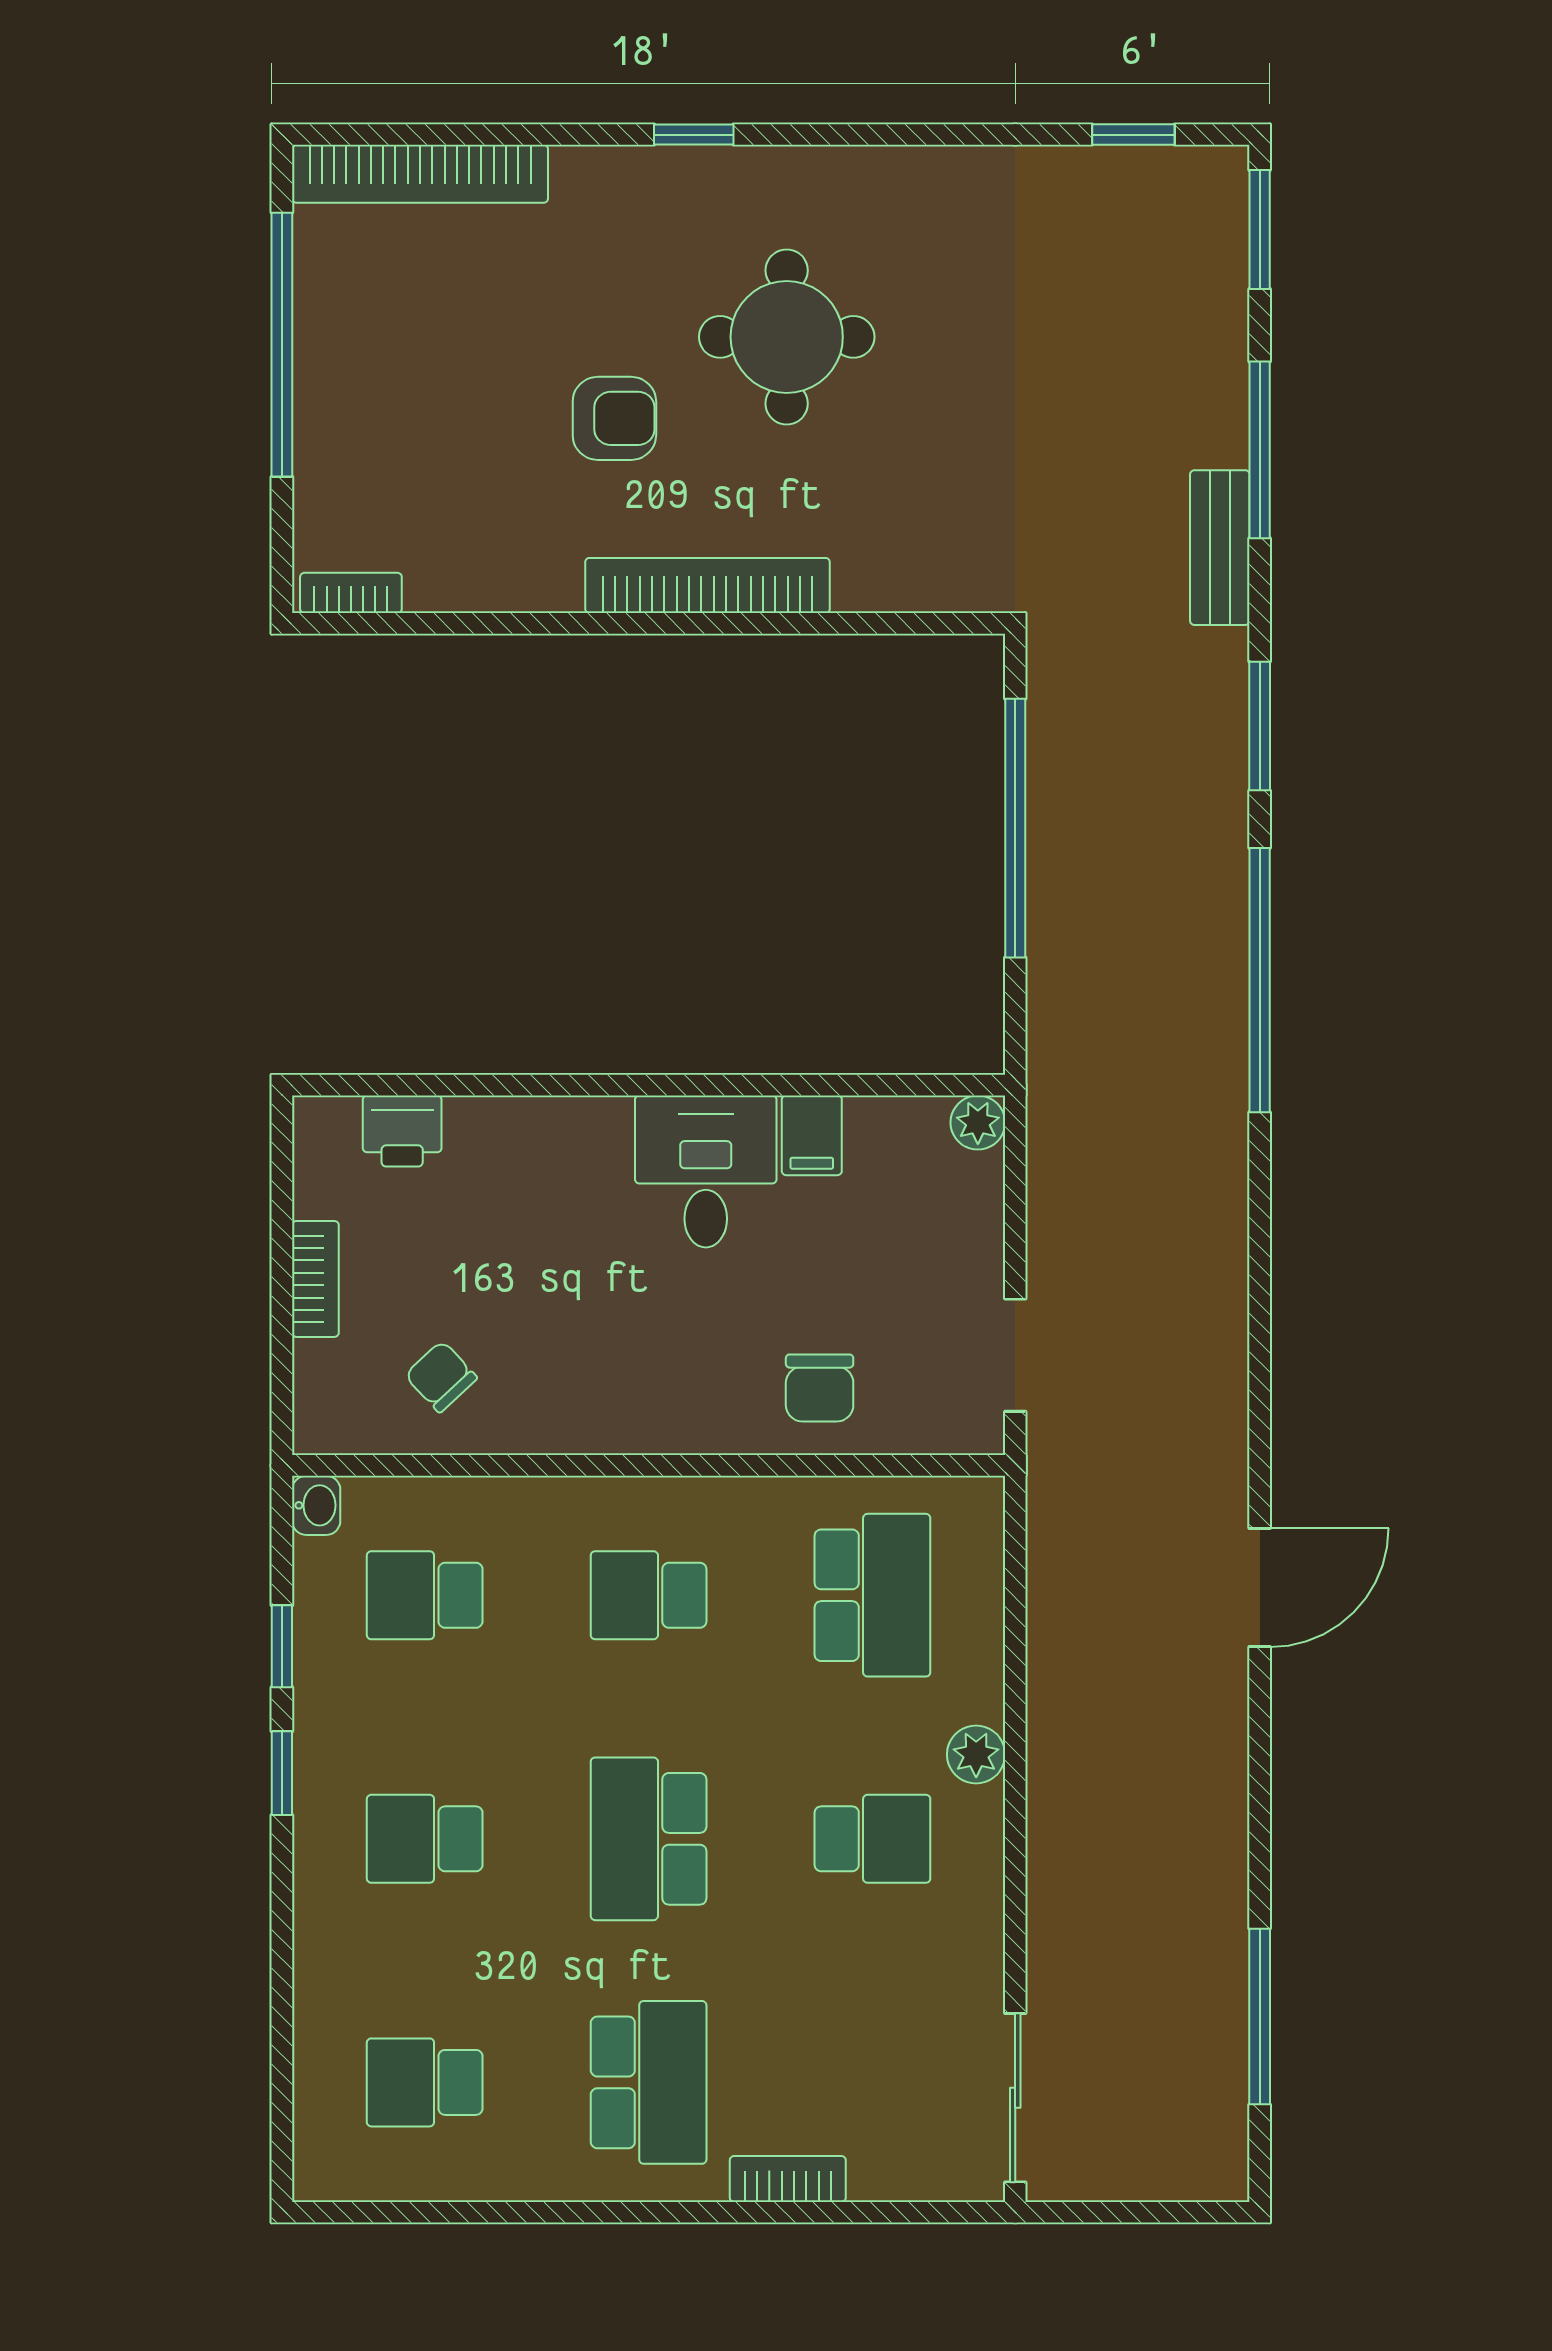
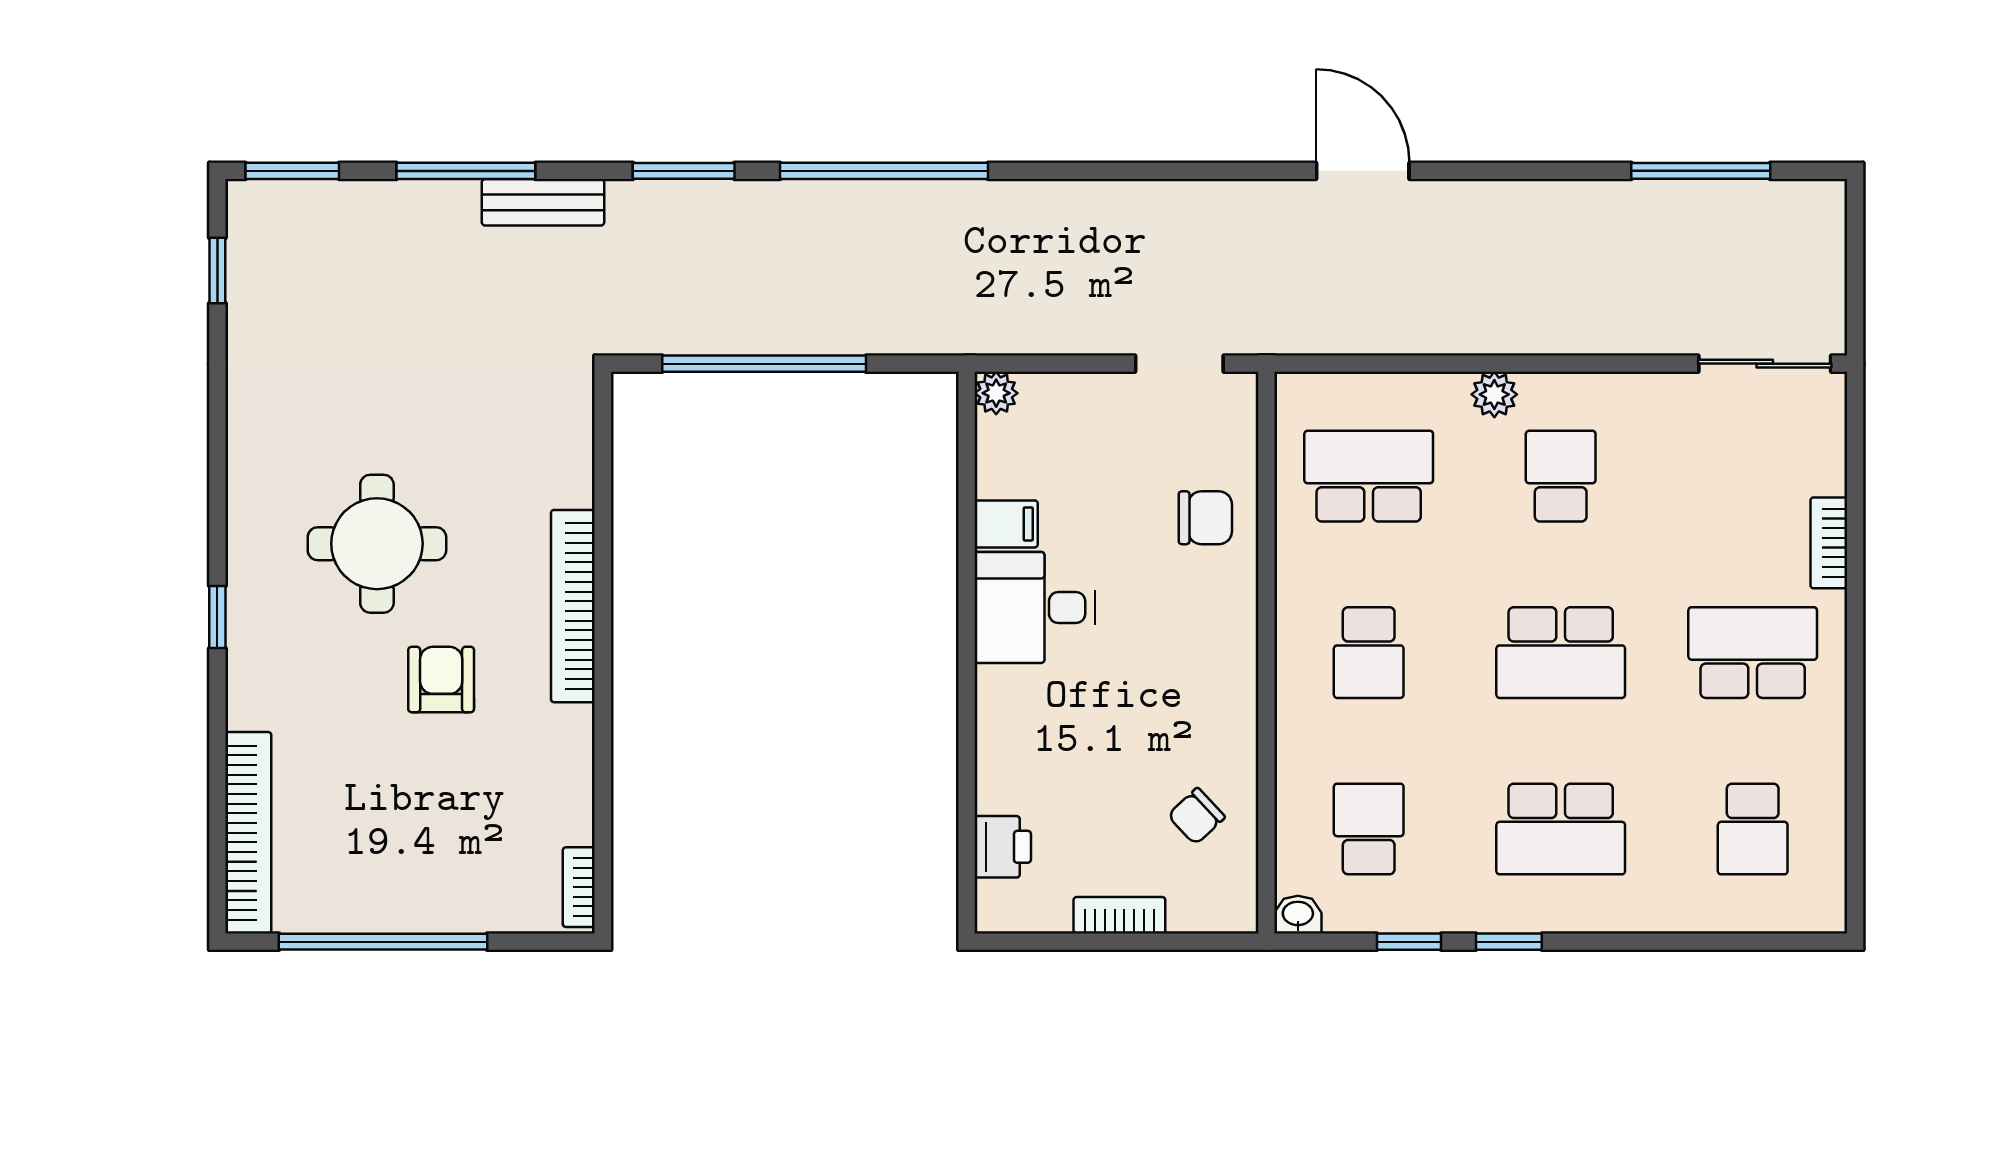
school desk: (425, 1595) -> (1369, 829), turned 180
school desk: (425, 1839) -> (1561, 829), width x1.85

